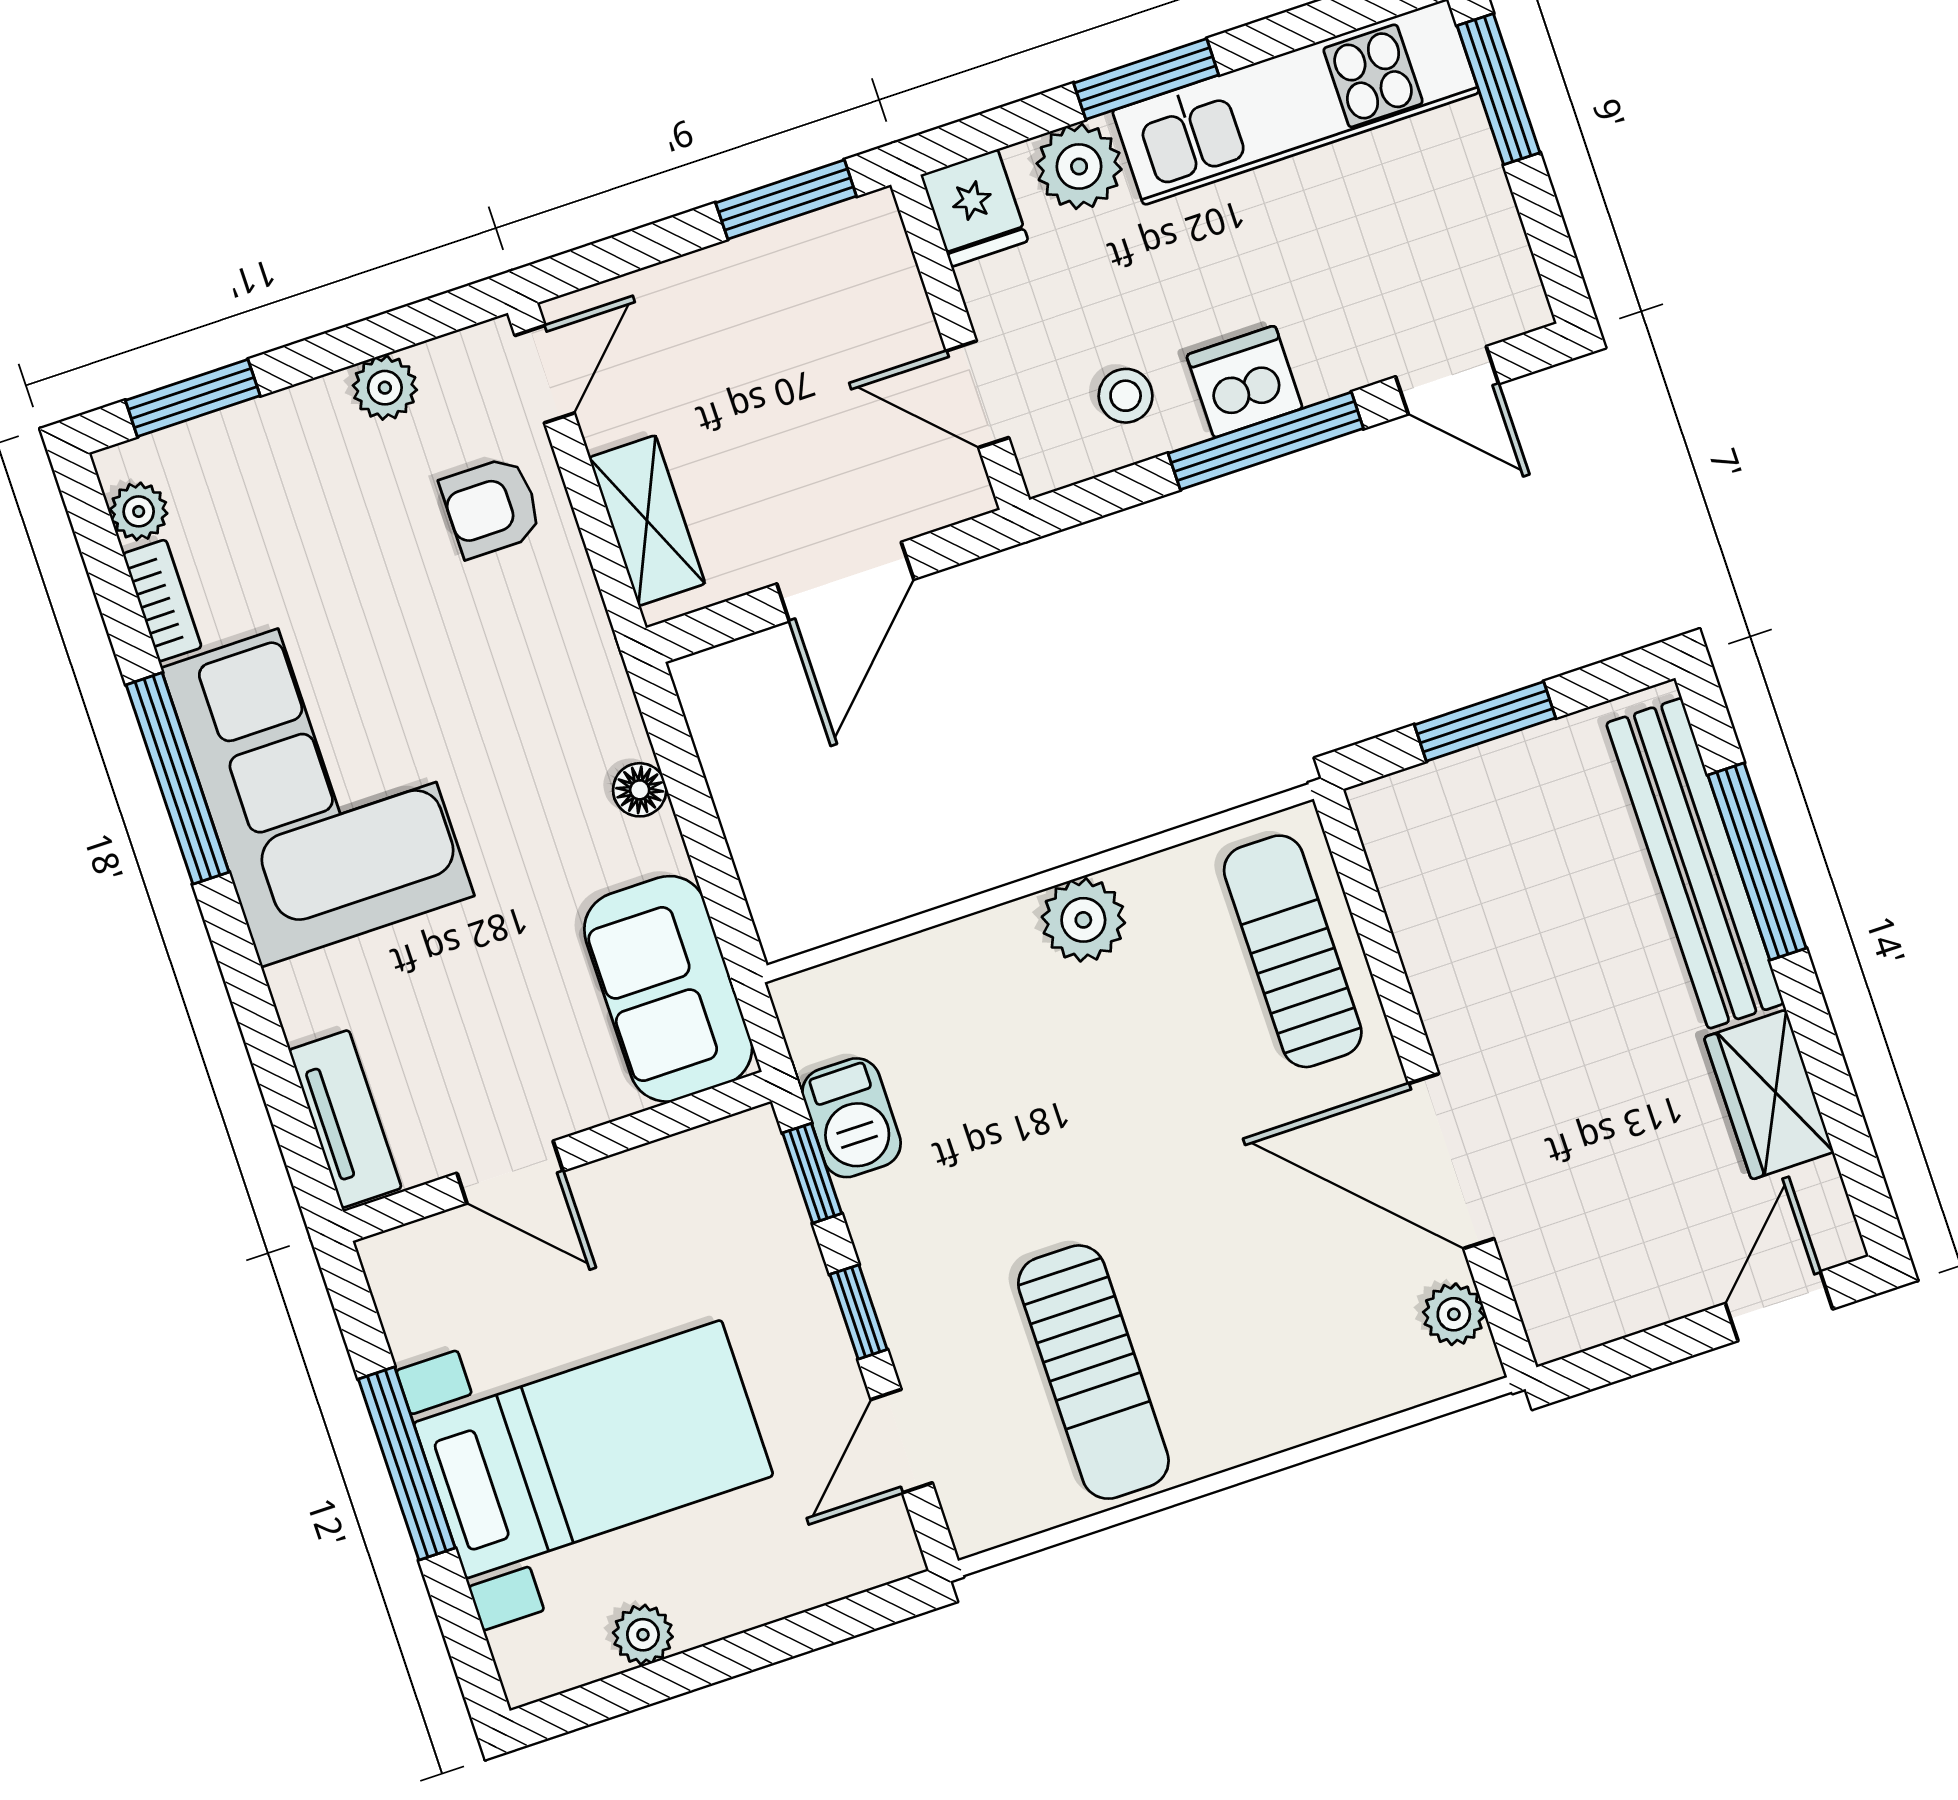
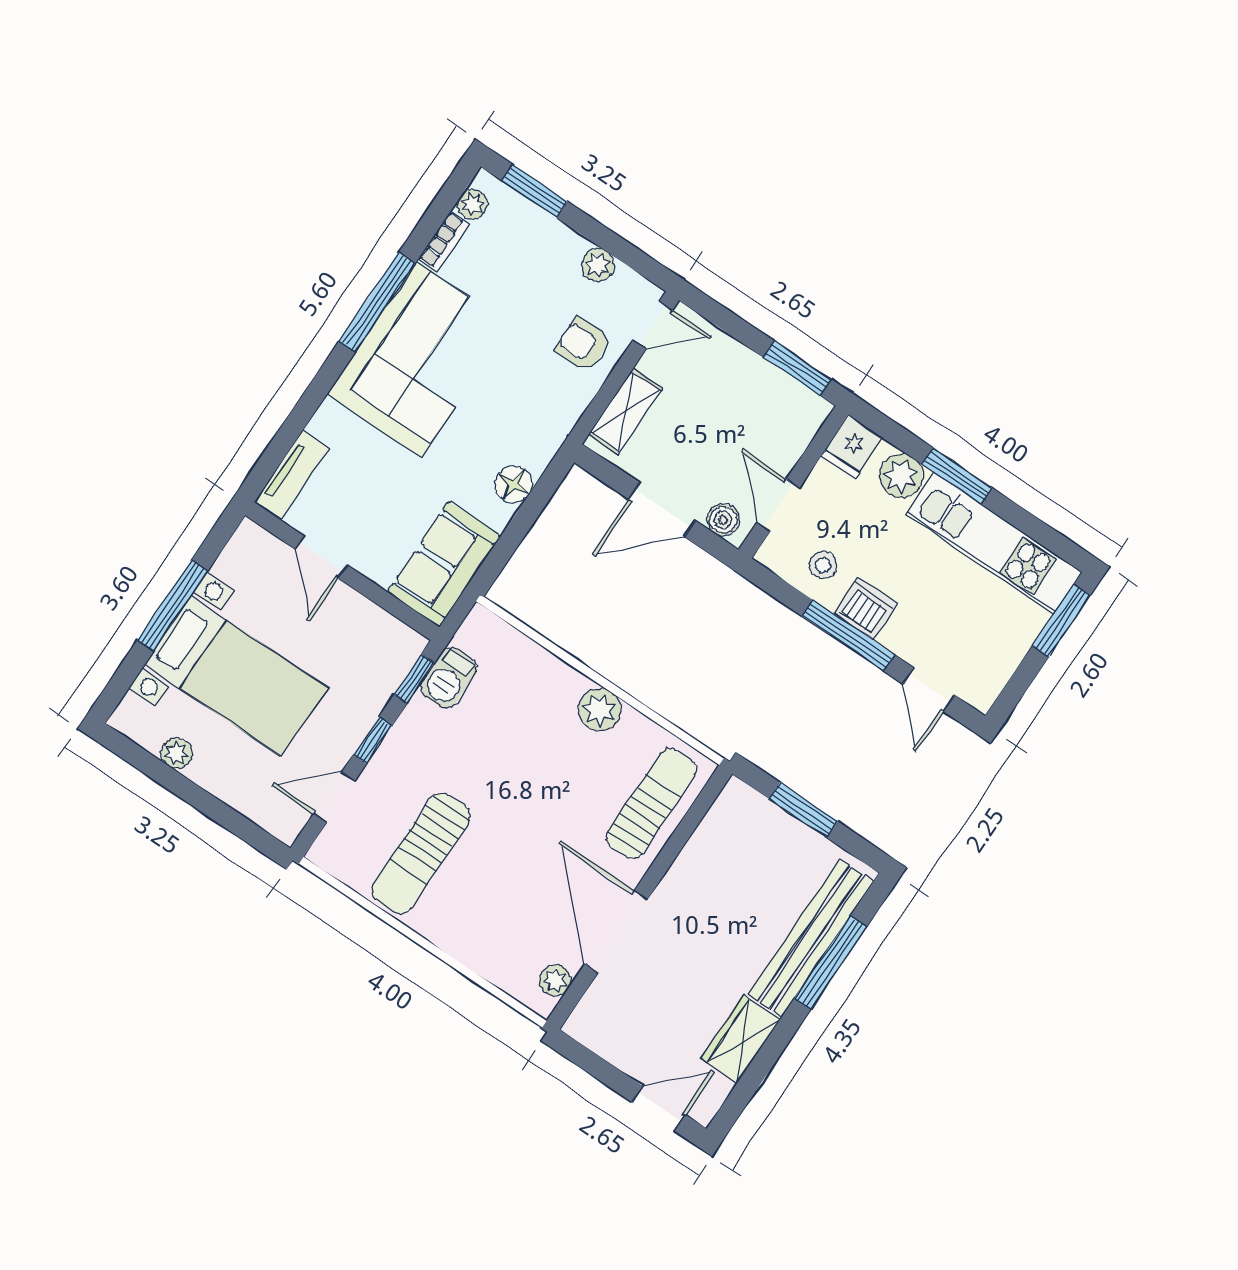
boiler: (935, 498) -> (723, 520), added
floor lamp: (640, 790) -> (514, 484), width x1.37, depth x1.37

